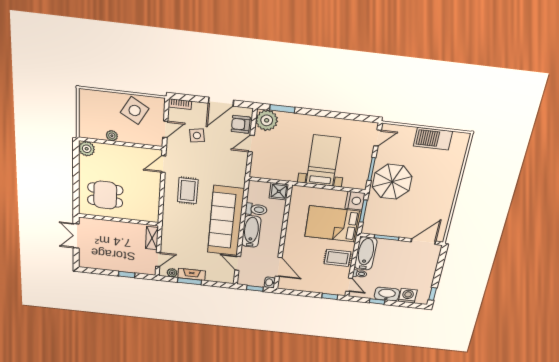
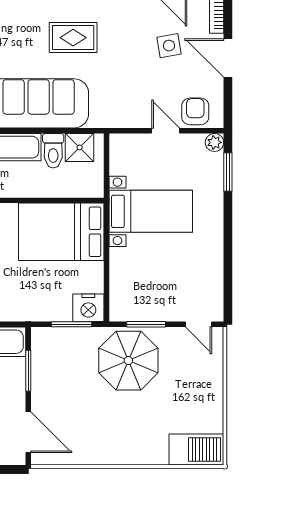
door: (221, 102) -> (228, 58), moved
plant: (267, 120) -> (214, 142), width x0.53, depth x0.53
barbecue: (433, 139) -> (196, 449), moved, turned 90
bed with nightstands: (323, 161) -> (151, 211), moved
shower: (279, 191) -> (80, 147), moved
bed: (333, 224) -> (61, 232), moved, turned -90

